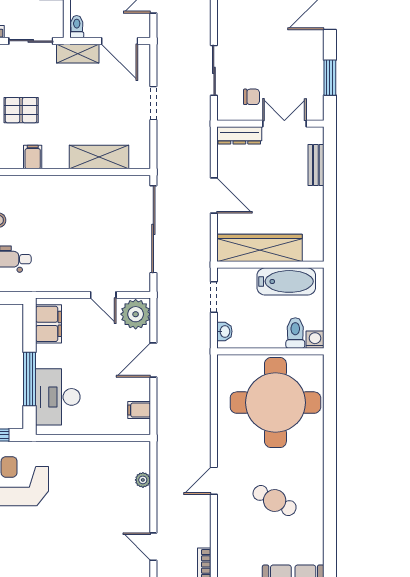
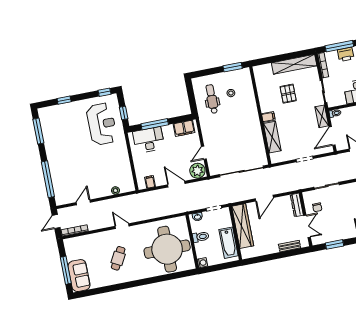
filing cabinet: (33, 157) -> (268, 117), moved
toilet: (295, 333) -> (201, 237), moved

